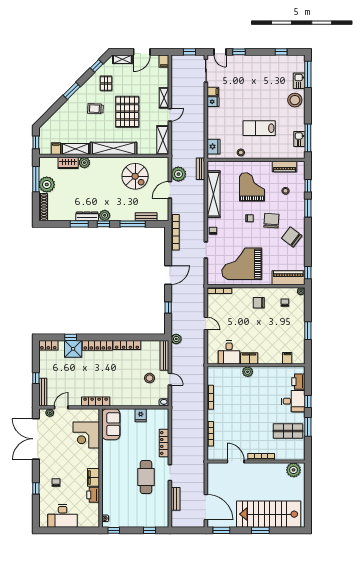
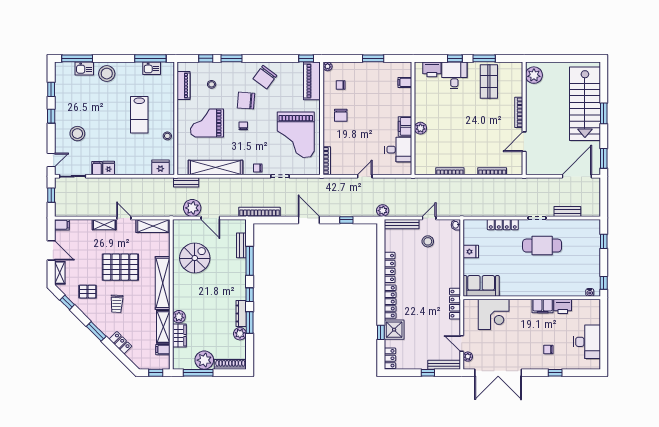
window: (239, 52) -> (51, 116), moved
stool: (243, 75) -> (77, 134), added
locker: (62, 112) -> (120, 343), added
plant: (105, 215) -> (240, 334), moved

